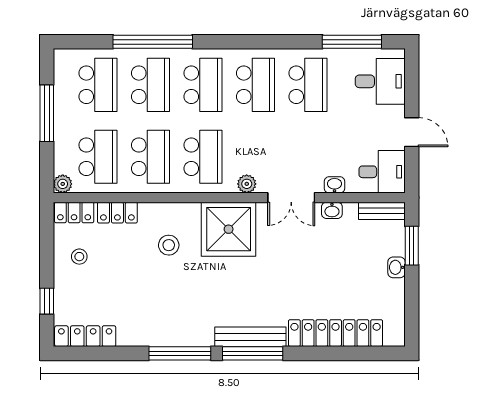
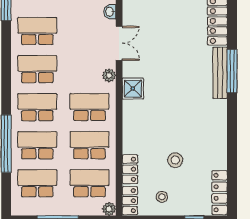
washbasin: (332, 210) -> (128, 14), removed
shower: (229, 229) -> (133, 89), width x0.54, depth x0.54
stool: (169, 245) -> (175, 160), moved
window: (180, 353) -> (232, 124), removed

